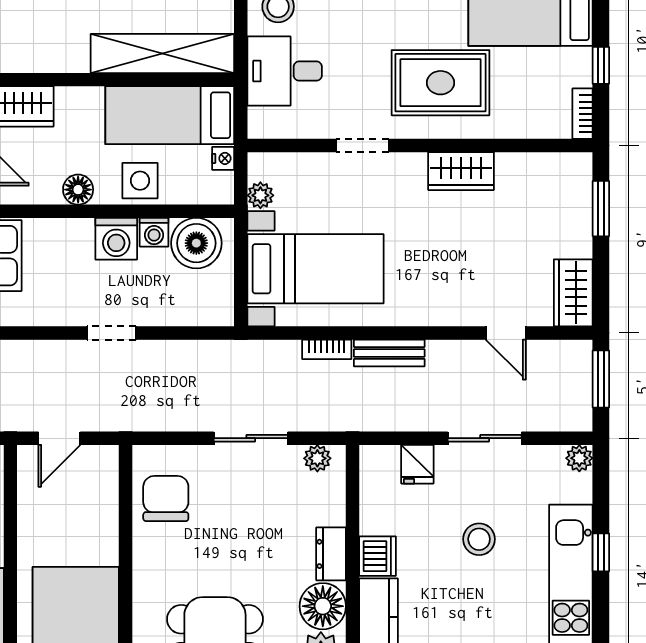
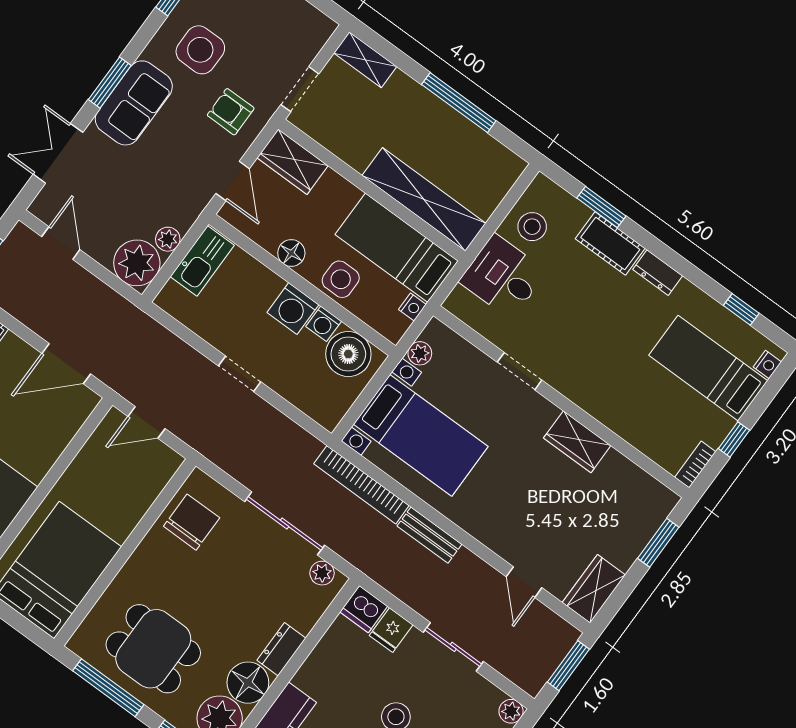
rug: (441, 83) -> (609, 367), removed
bookcase: (327, 349) -> (361, 485), width x2.31, depth x1.31
sliding door: (251, 438) -> (285, 523), width x1.37
dishwasher: (378, 556) -> (364, 609), moved, turned 90

